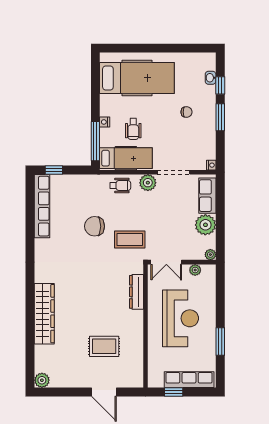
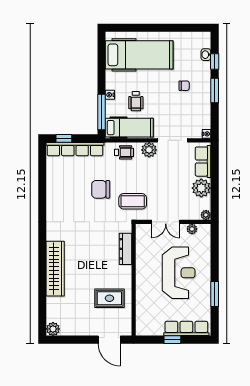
row of seats: (42, 206) -> (75, 149), moved, turned 90
dresser: (136, 292) -> (126, 249), moved
wall: (145, 326) -> (134, 280), moved

